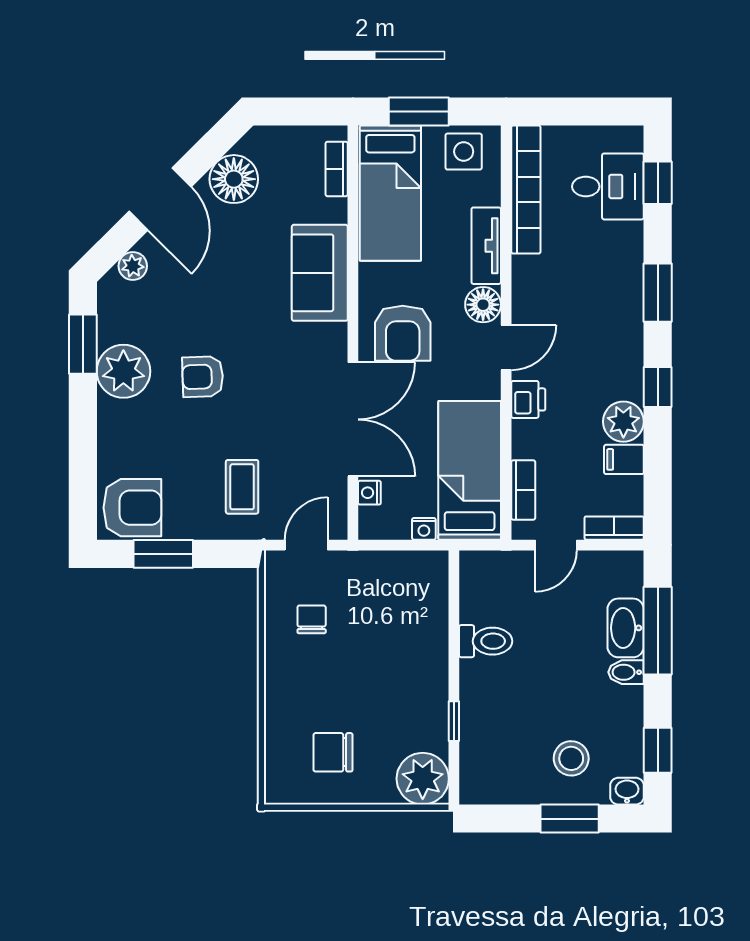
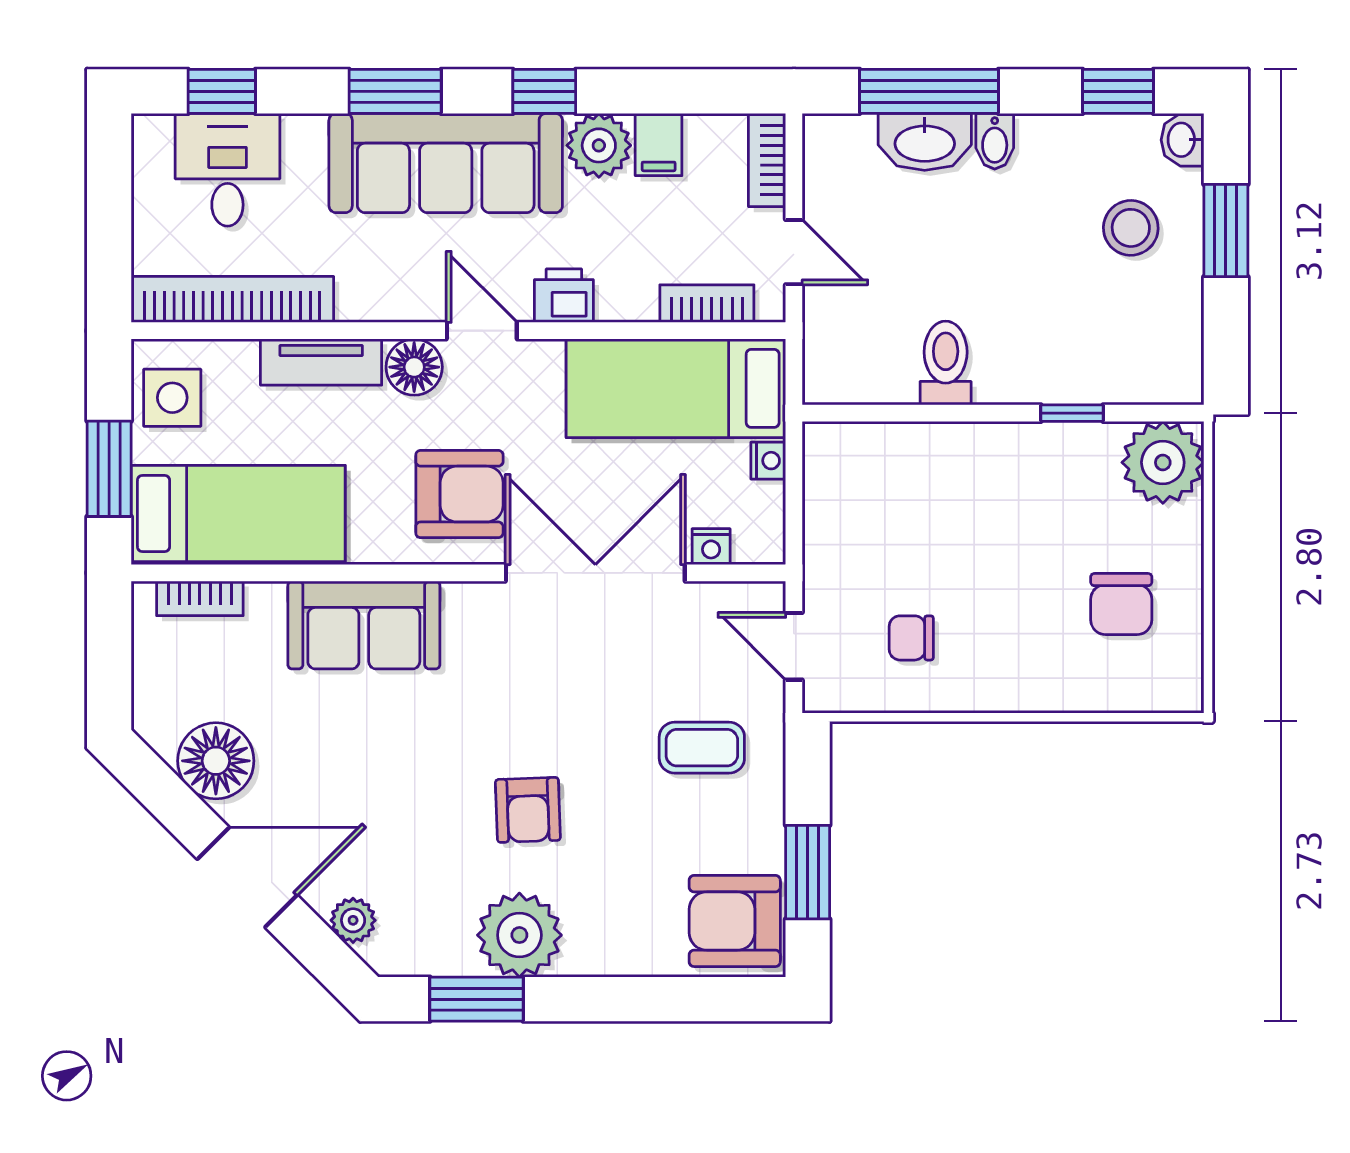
sofa: (612, 325) -> (446, 163), added
armchair: (132, 508) -> (735, 921), turned -90

